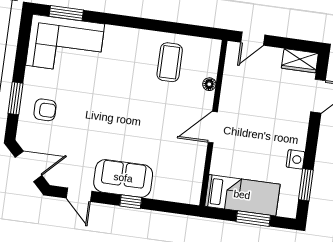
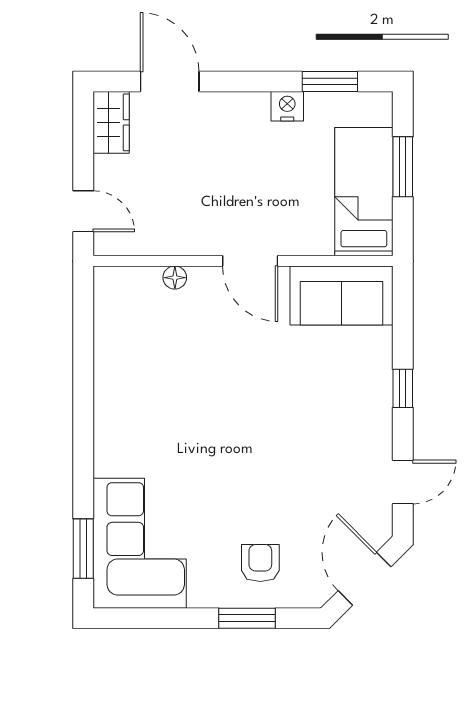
coffee table: (170, 62) -> (145, 353), removed
sofa: (123, 178) -> (341, 296), moved, turned -90

